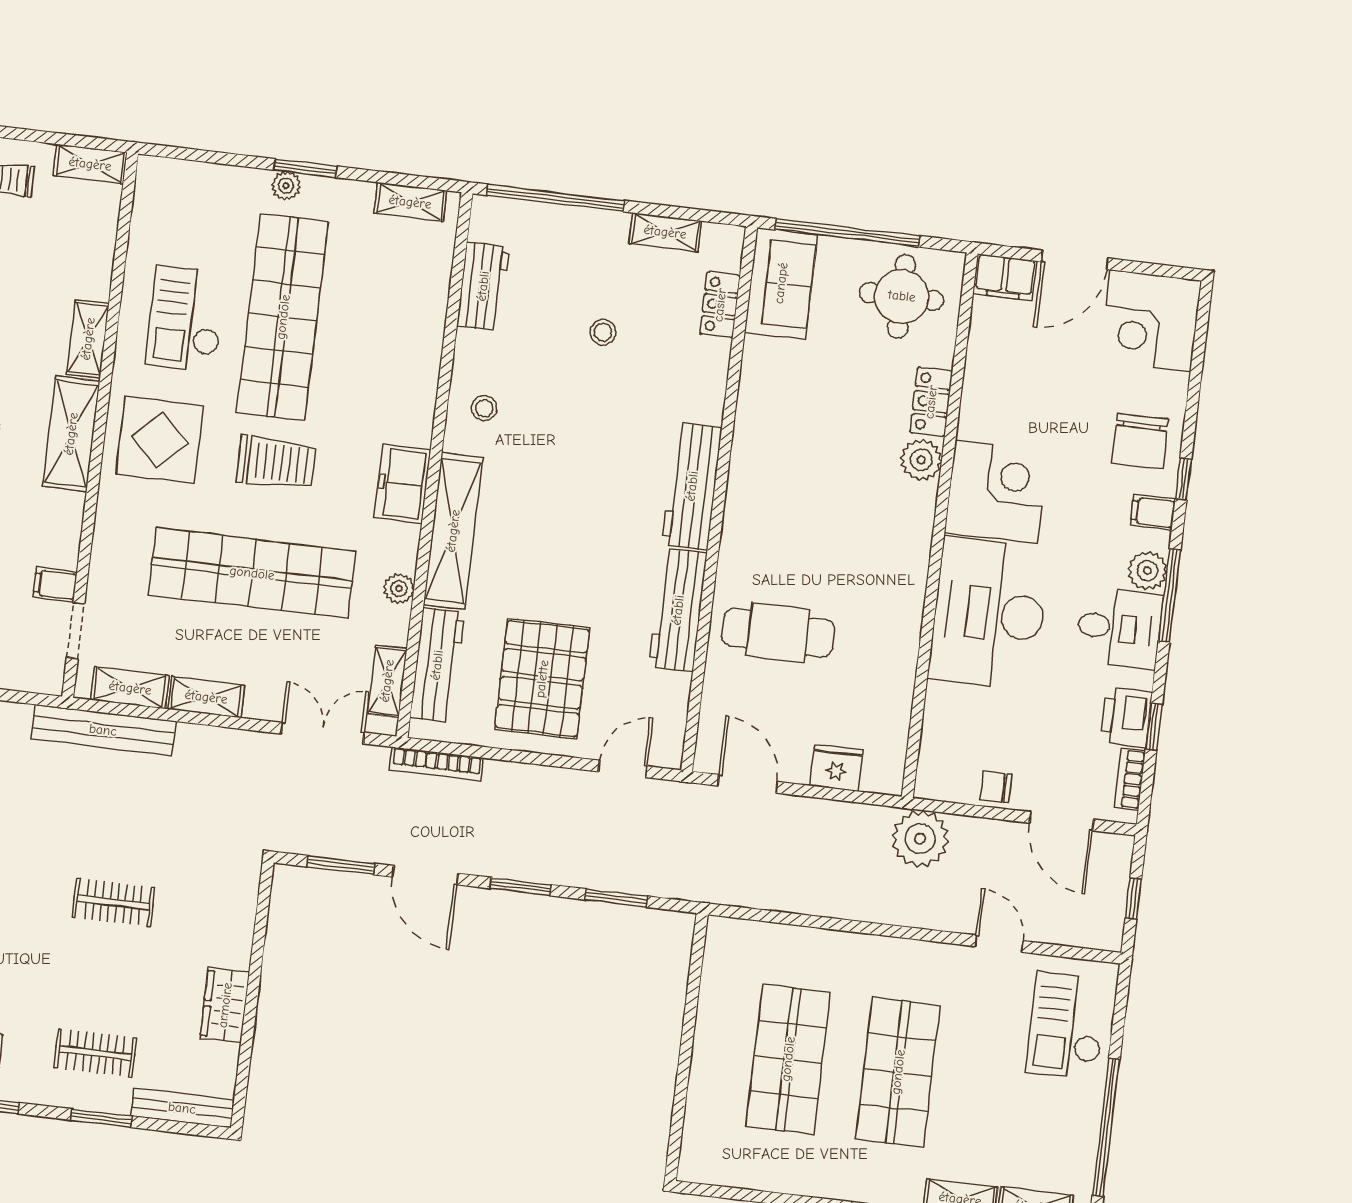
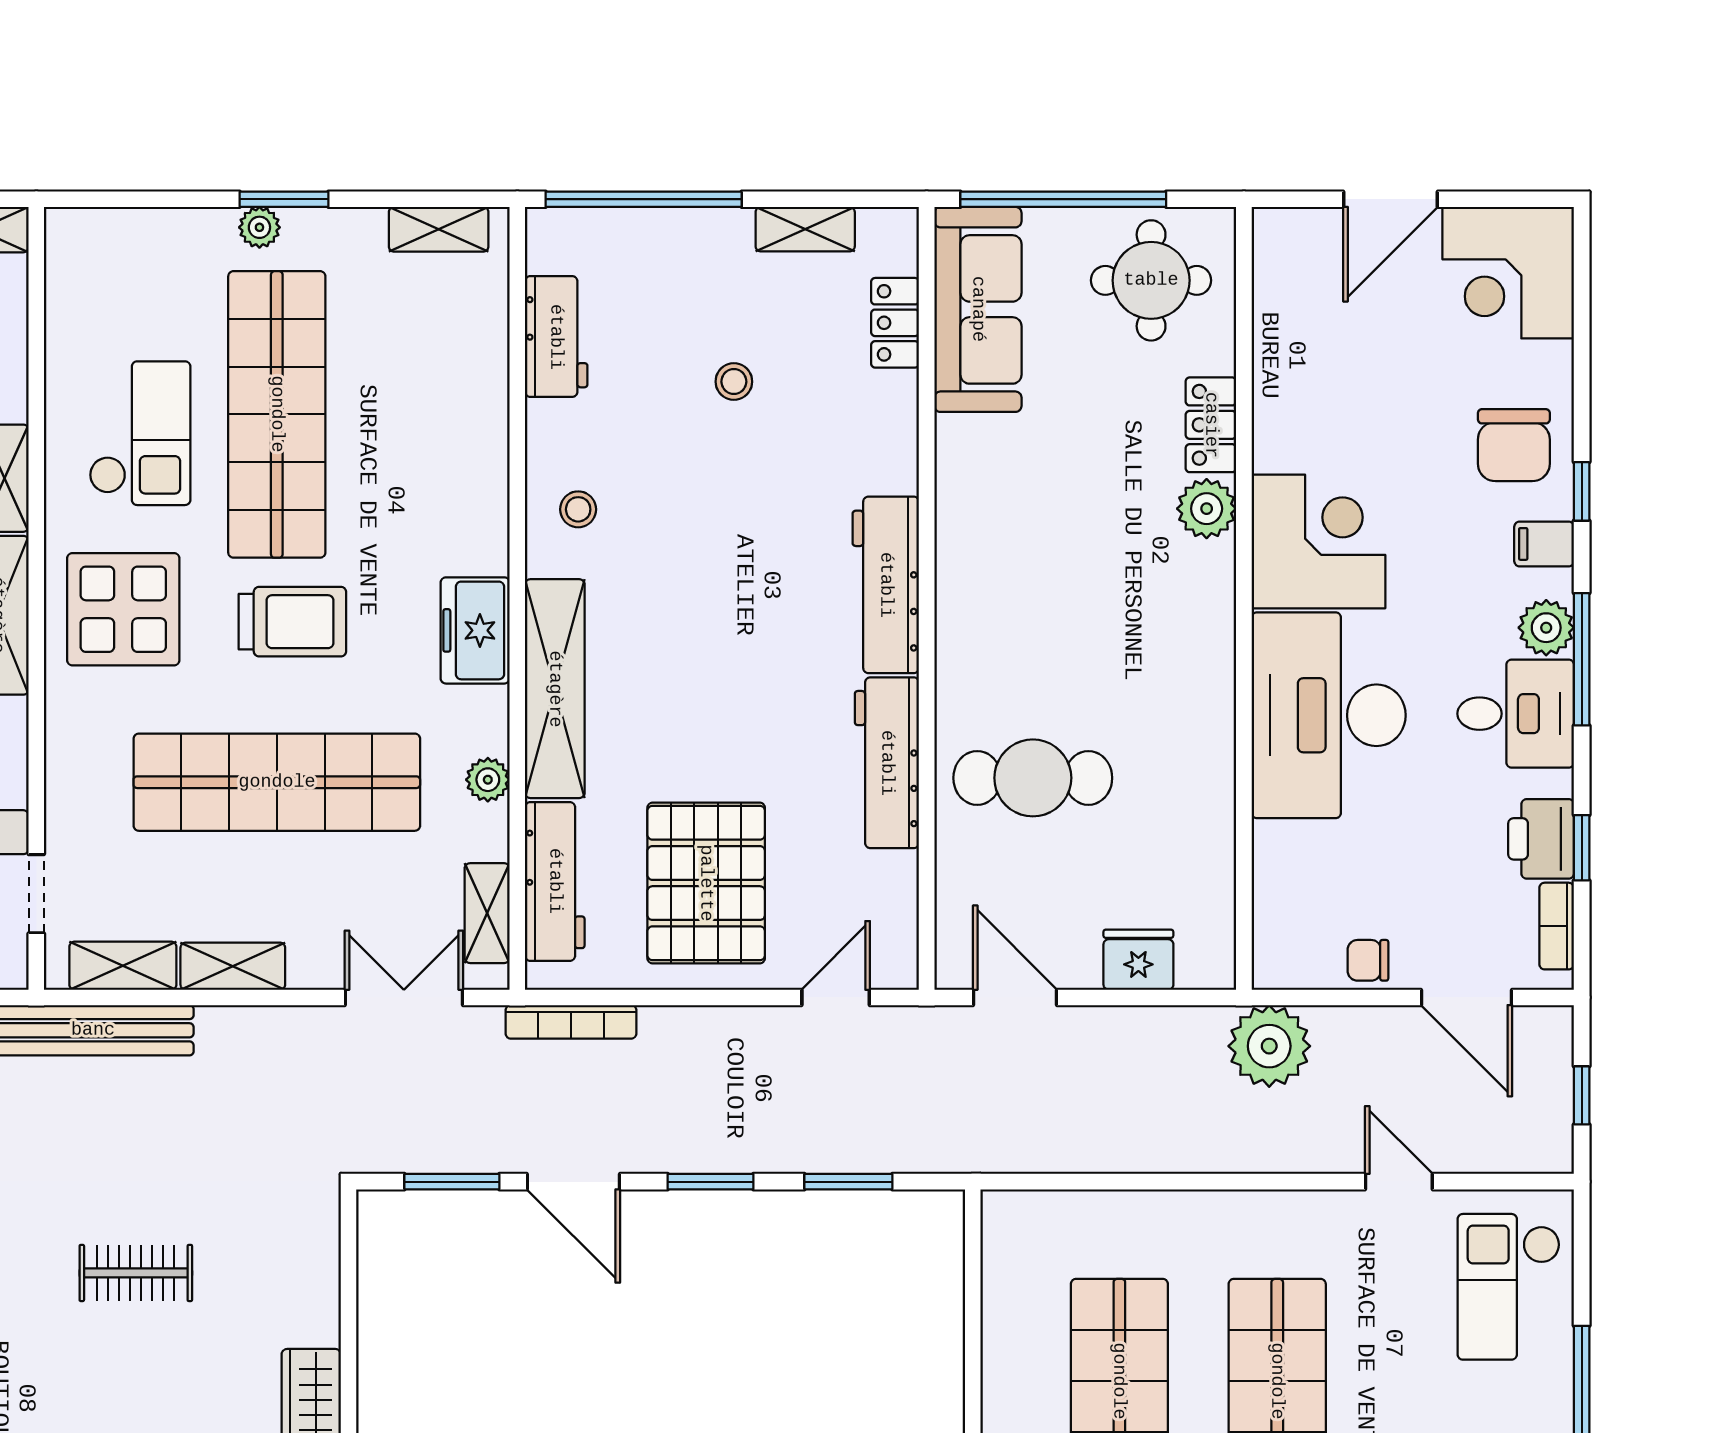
filing cabinet: (1005, 277) -> (1294, 235), removed
sofa: (781, 283) -> (978, 309), width x1.36
checkout: (186, 319) -> (140, 433), turned 180

